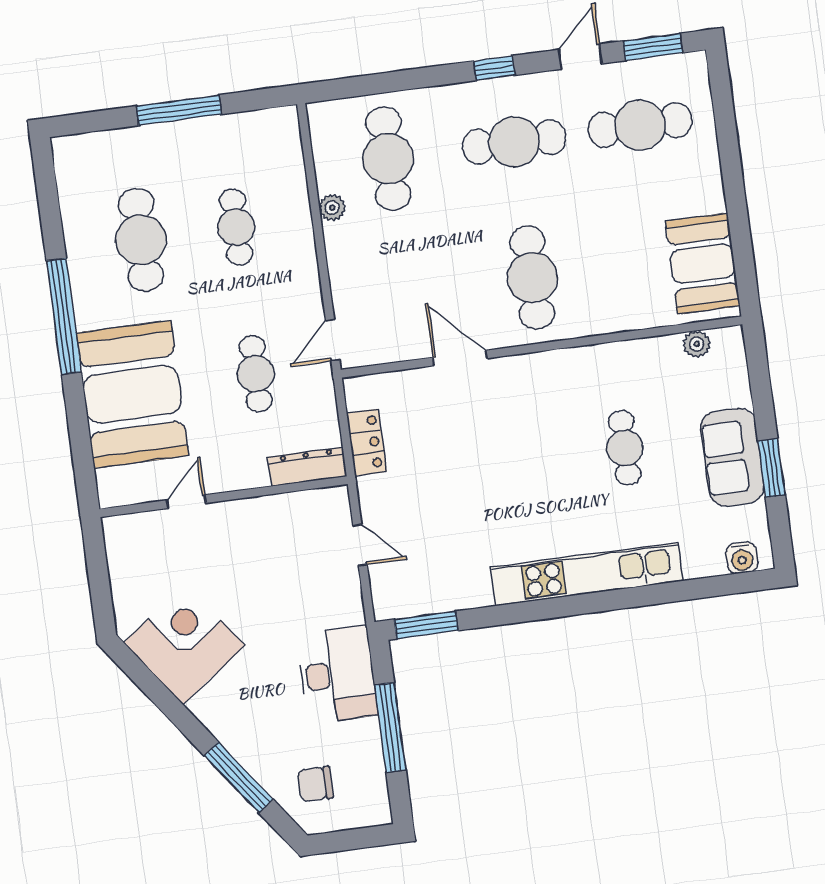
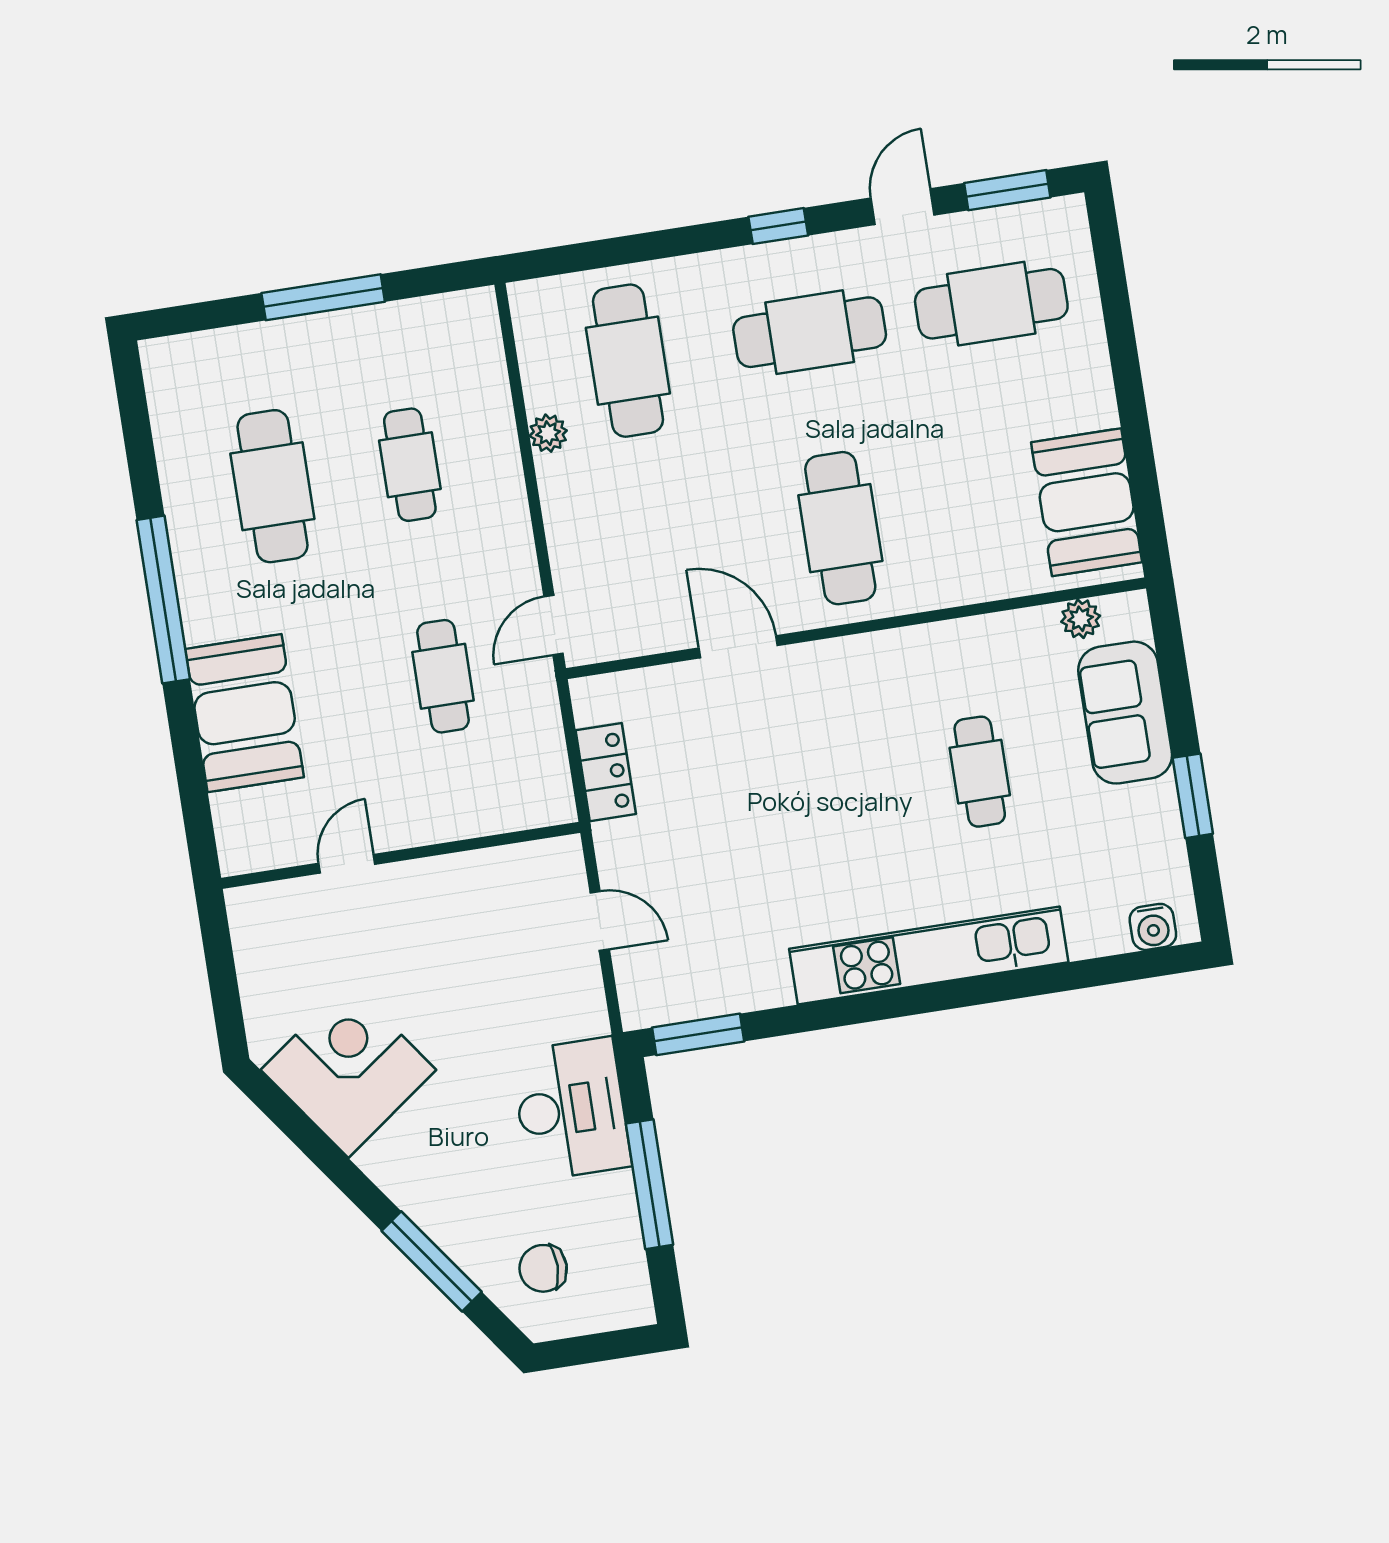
booth: (132, 394) -> (245, 713), width x0.73, depth x0.70
sofa: (732, 457) -> (1125, 713), moved
dresser: (307, 467) -> (521, 809), removed

